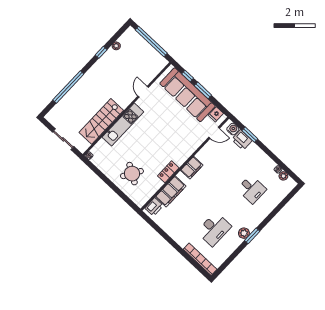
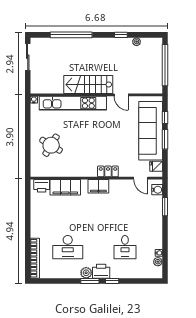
door: (143, 92) -> (121, 95), swing flipped
stairs: (101, 121) -> (88, 85), moved
kitchen unit: (123, 124) -> (73, 103), width x1.36
sliding door: (63, 139) -> (28, 57), moved
printer: (242, 140) -> (101, 271), moved, turned 90
locker: (168, 172) -> (108, 171), moved
window: (267, 220) -> (112, 281), added

